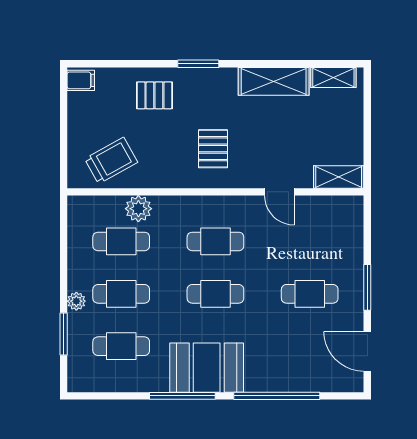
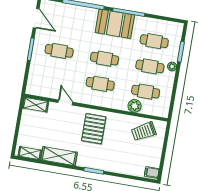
pallet: (154, 95) -> (118, 159), removed
pallet: (213, 149) -> (94, 129), width x1.50, depth x1.42

